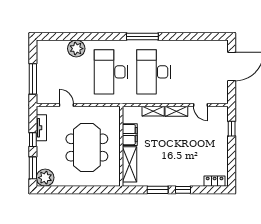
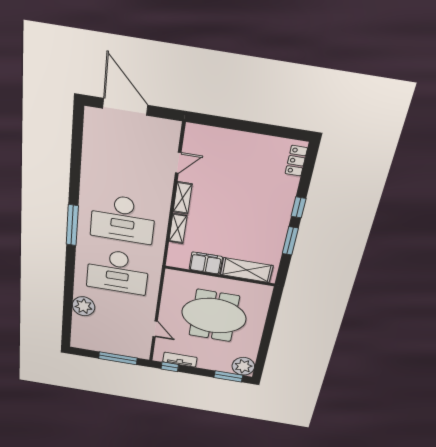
door: (66, 105) -> (155, 329), swing flipped
window: (232, 129) -> (221, 122), removed
window: (33, 140) -> (170, 367), moved

